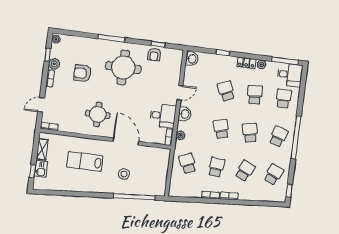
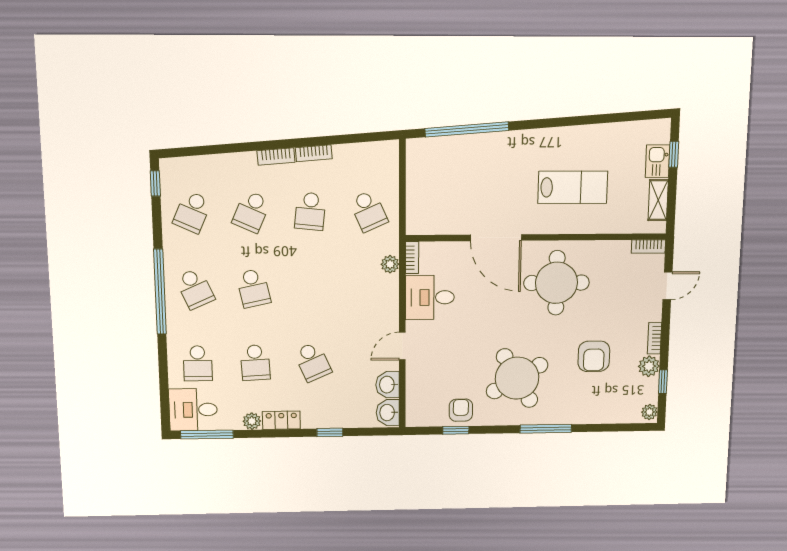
round table: (123, 67) -> (517, 378), turned -30
armchair: (82, 73) -> (594, 356), turned 90
round table: (98, 114) -> (556, 283), width x1.36, depth x1.36
washbasin: (185, 114) -> (388, 385), moved
school desk: (221, 129) -> (311, 288), removed
school desk: (279, 136) -> (195, 289), turned -42
stool: (124, 174) -> (493, 173), removed

